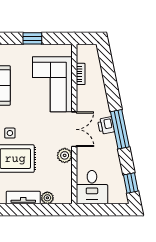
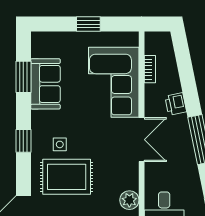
printer: (106, 126) -> (176, 104), moved
plant: (65, 155) -> (129, 200), moved

